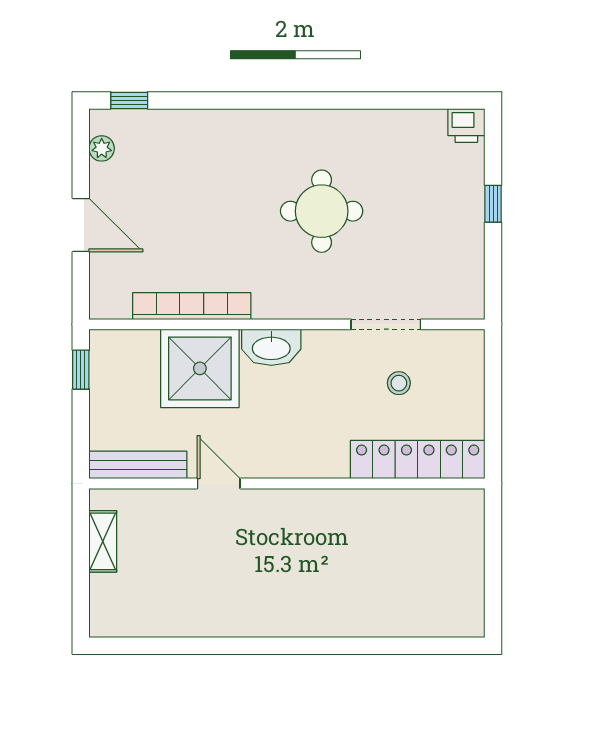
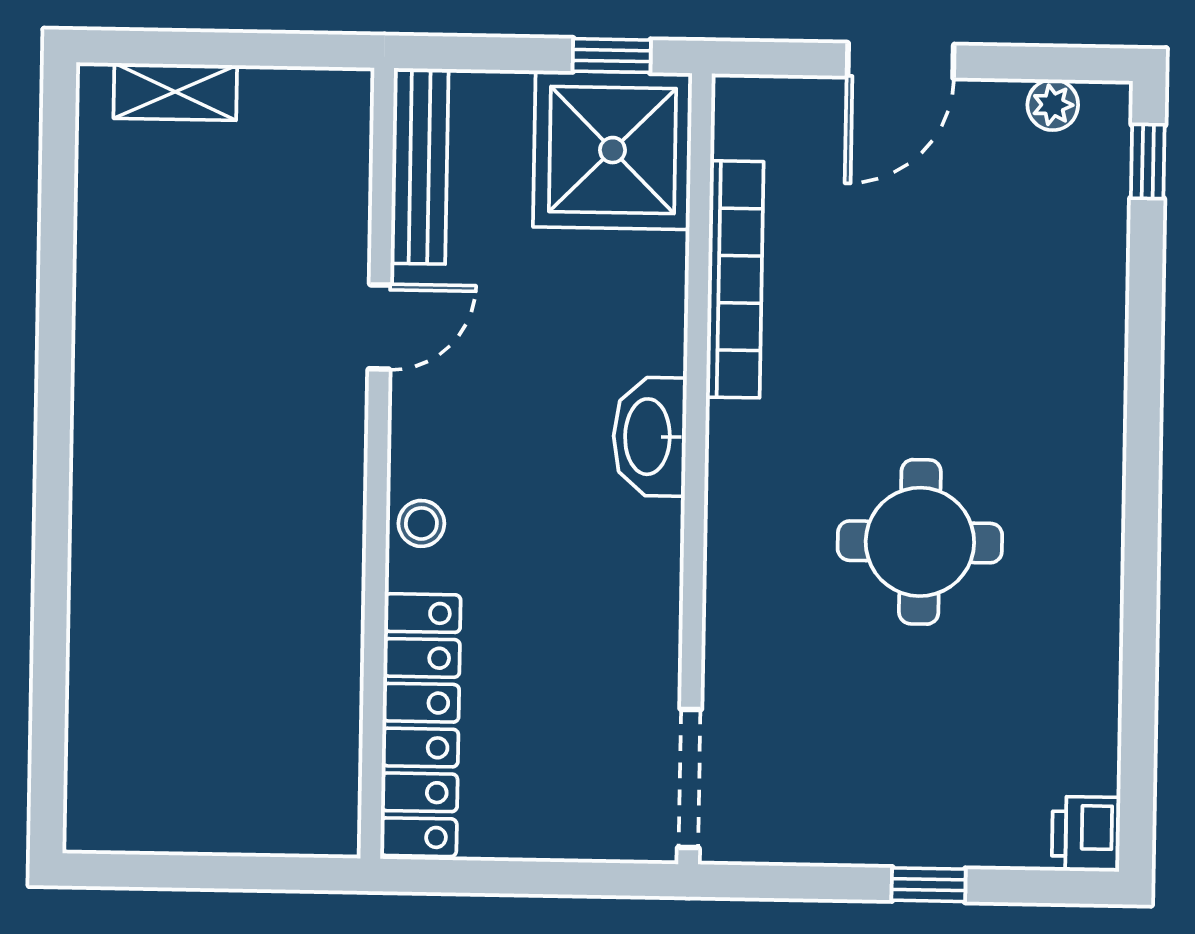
doorway: (386, 324) -> (690, 778), moved
shower: (200, 368) -> (613, 150), moved
stool: (399, 383) -> (421, 523), moved
shelving: (103, 541) -> (175, 92), moved

